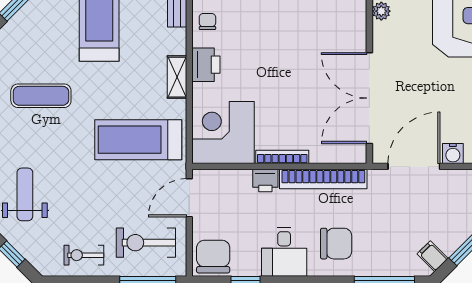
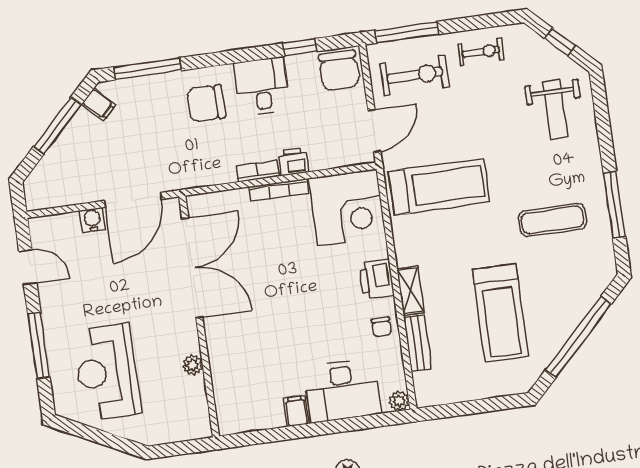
shelving: (177, 77) -> (411, 291), moved
bookcase: (323, 179) -> (258, 171), width x0.43, depth x0.76

